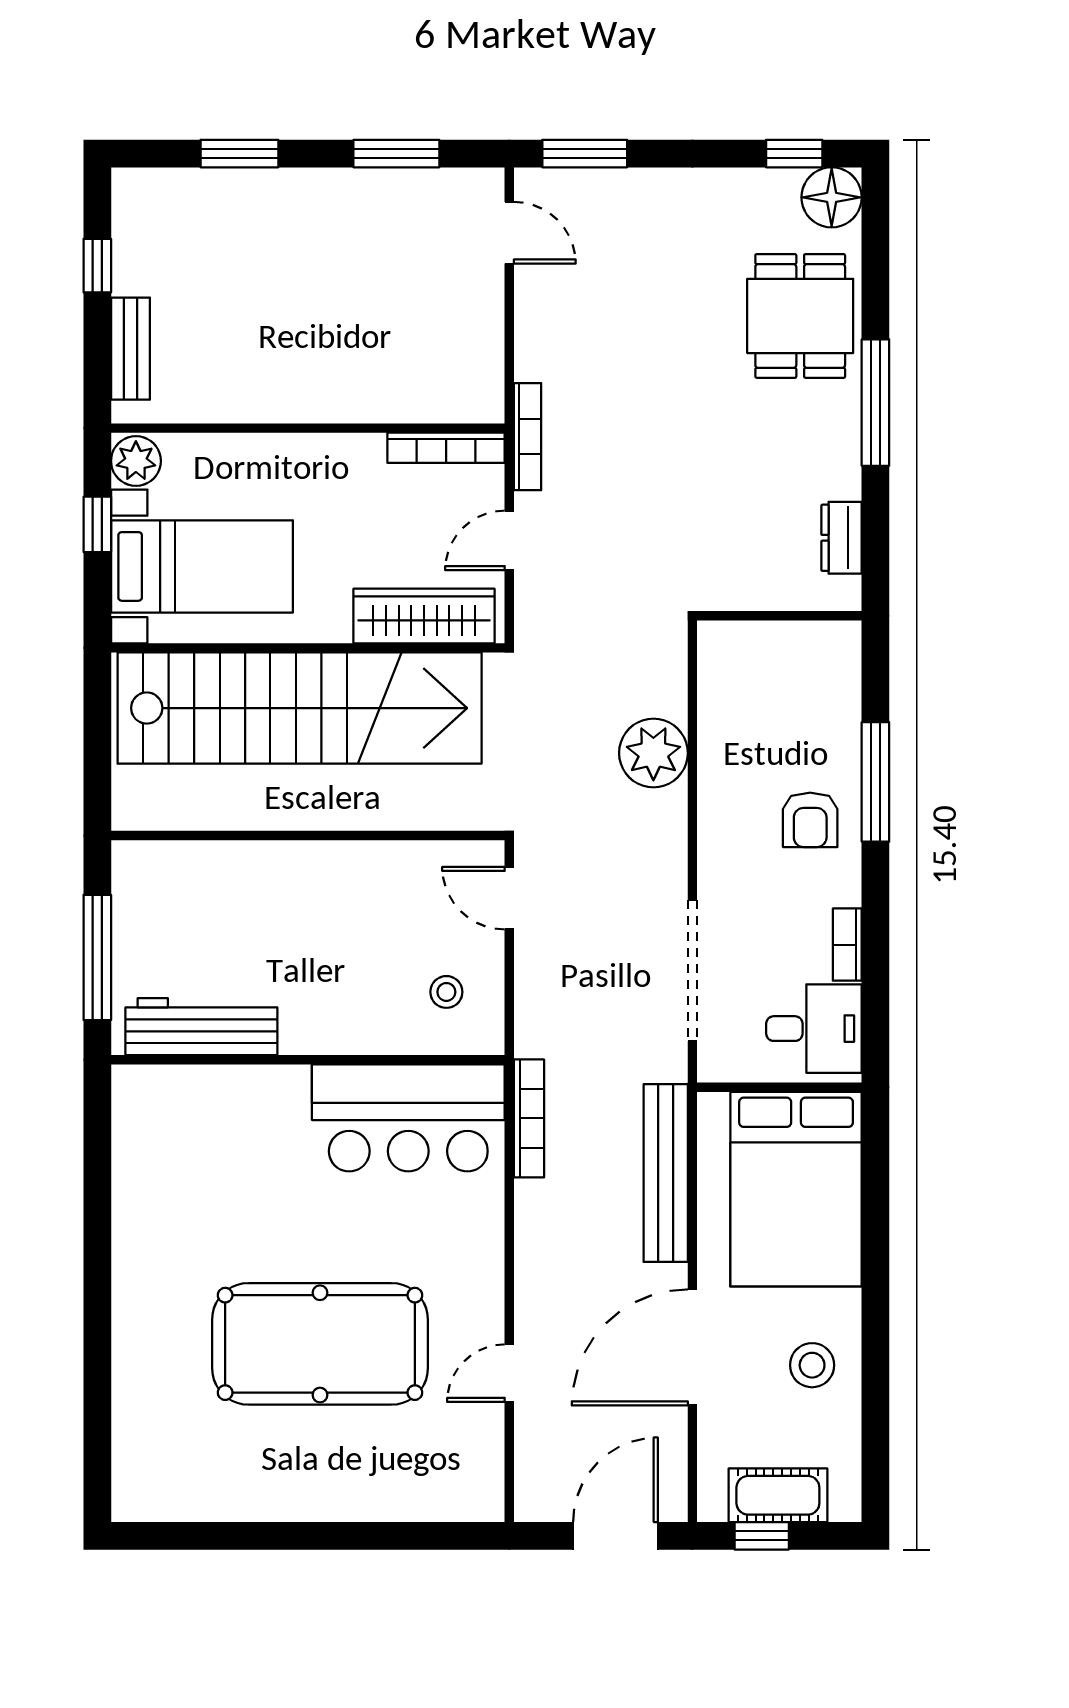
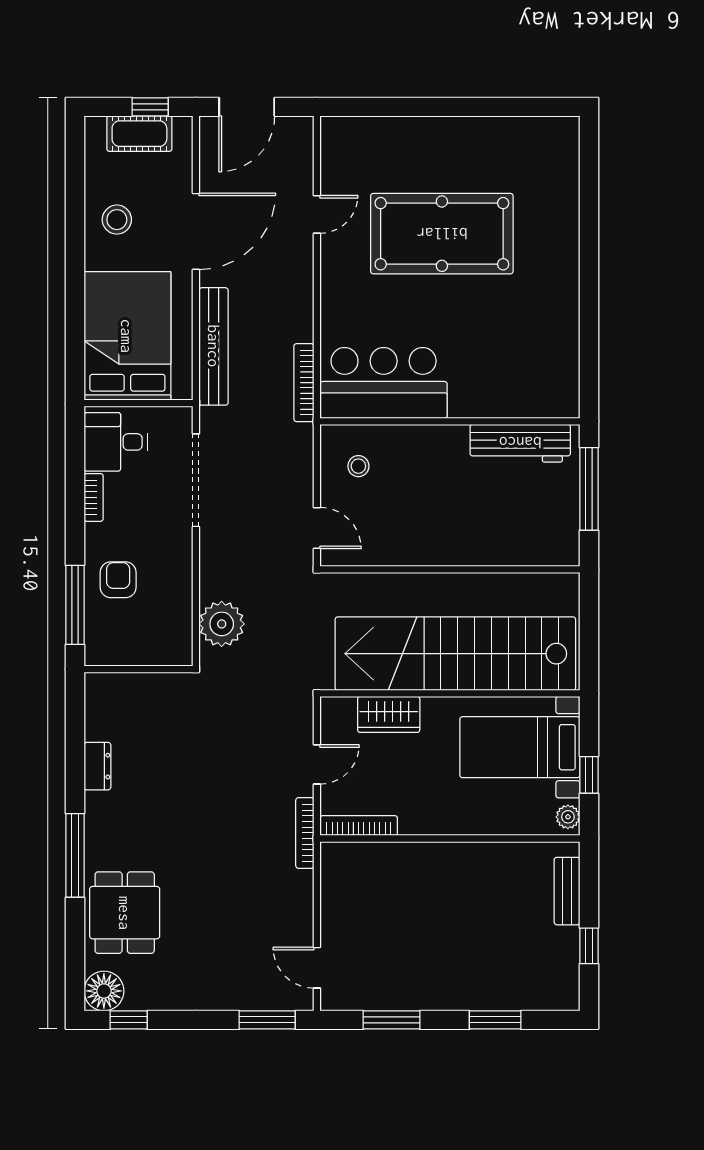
plant: (136, 461) -> (568, 817), width x0.73, depth x0.73
wardrobe: (424, 616) -> (389, 714), width x0.67
wall: (779, 616) -> (138, 669), moved

